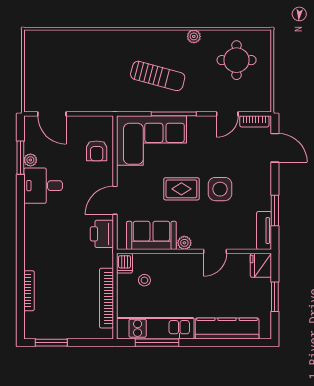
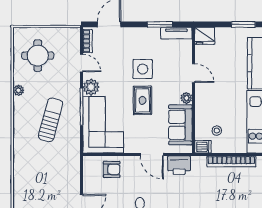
plant: (198, 126) -> (91, 87), added
window: (275, 297) -> (243, 24), moved

